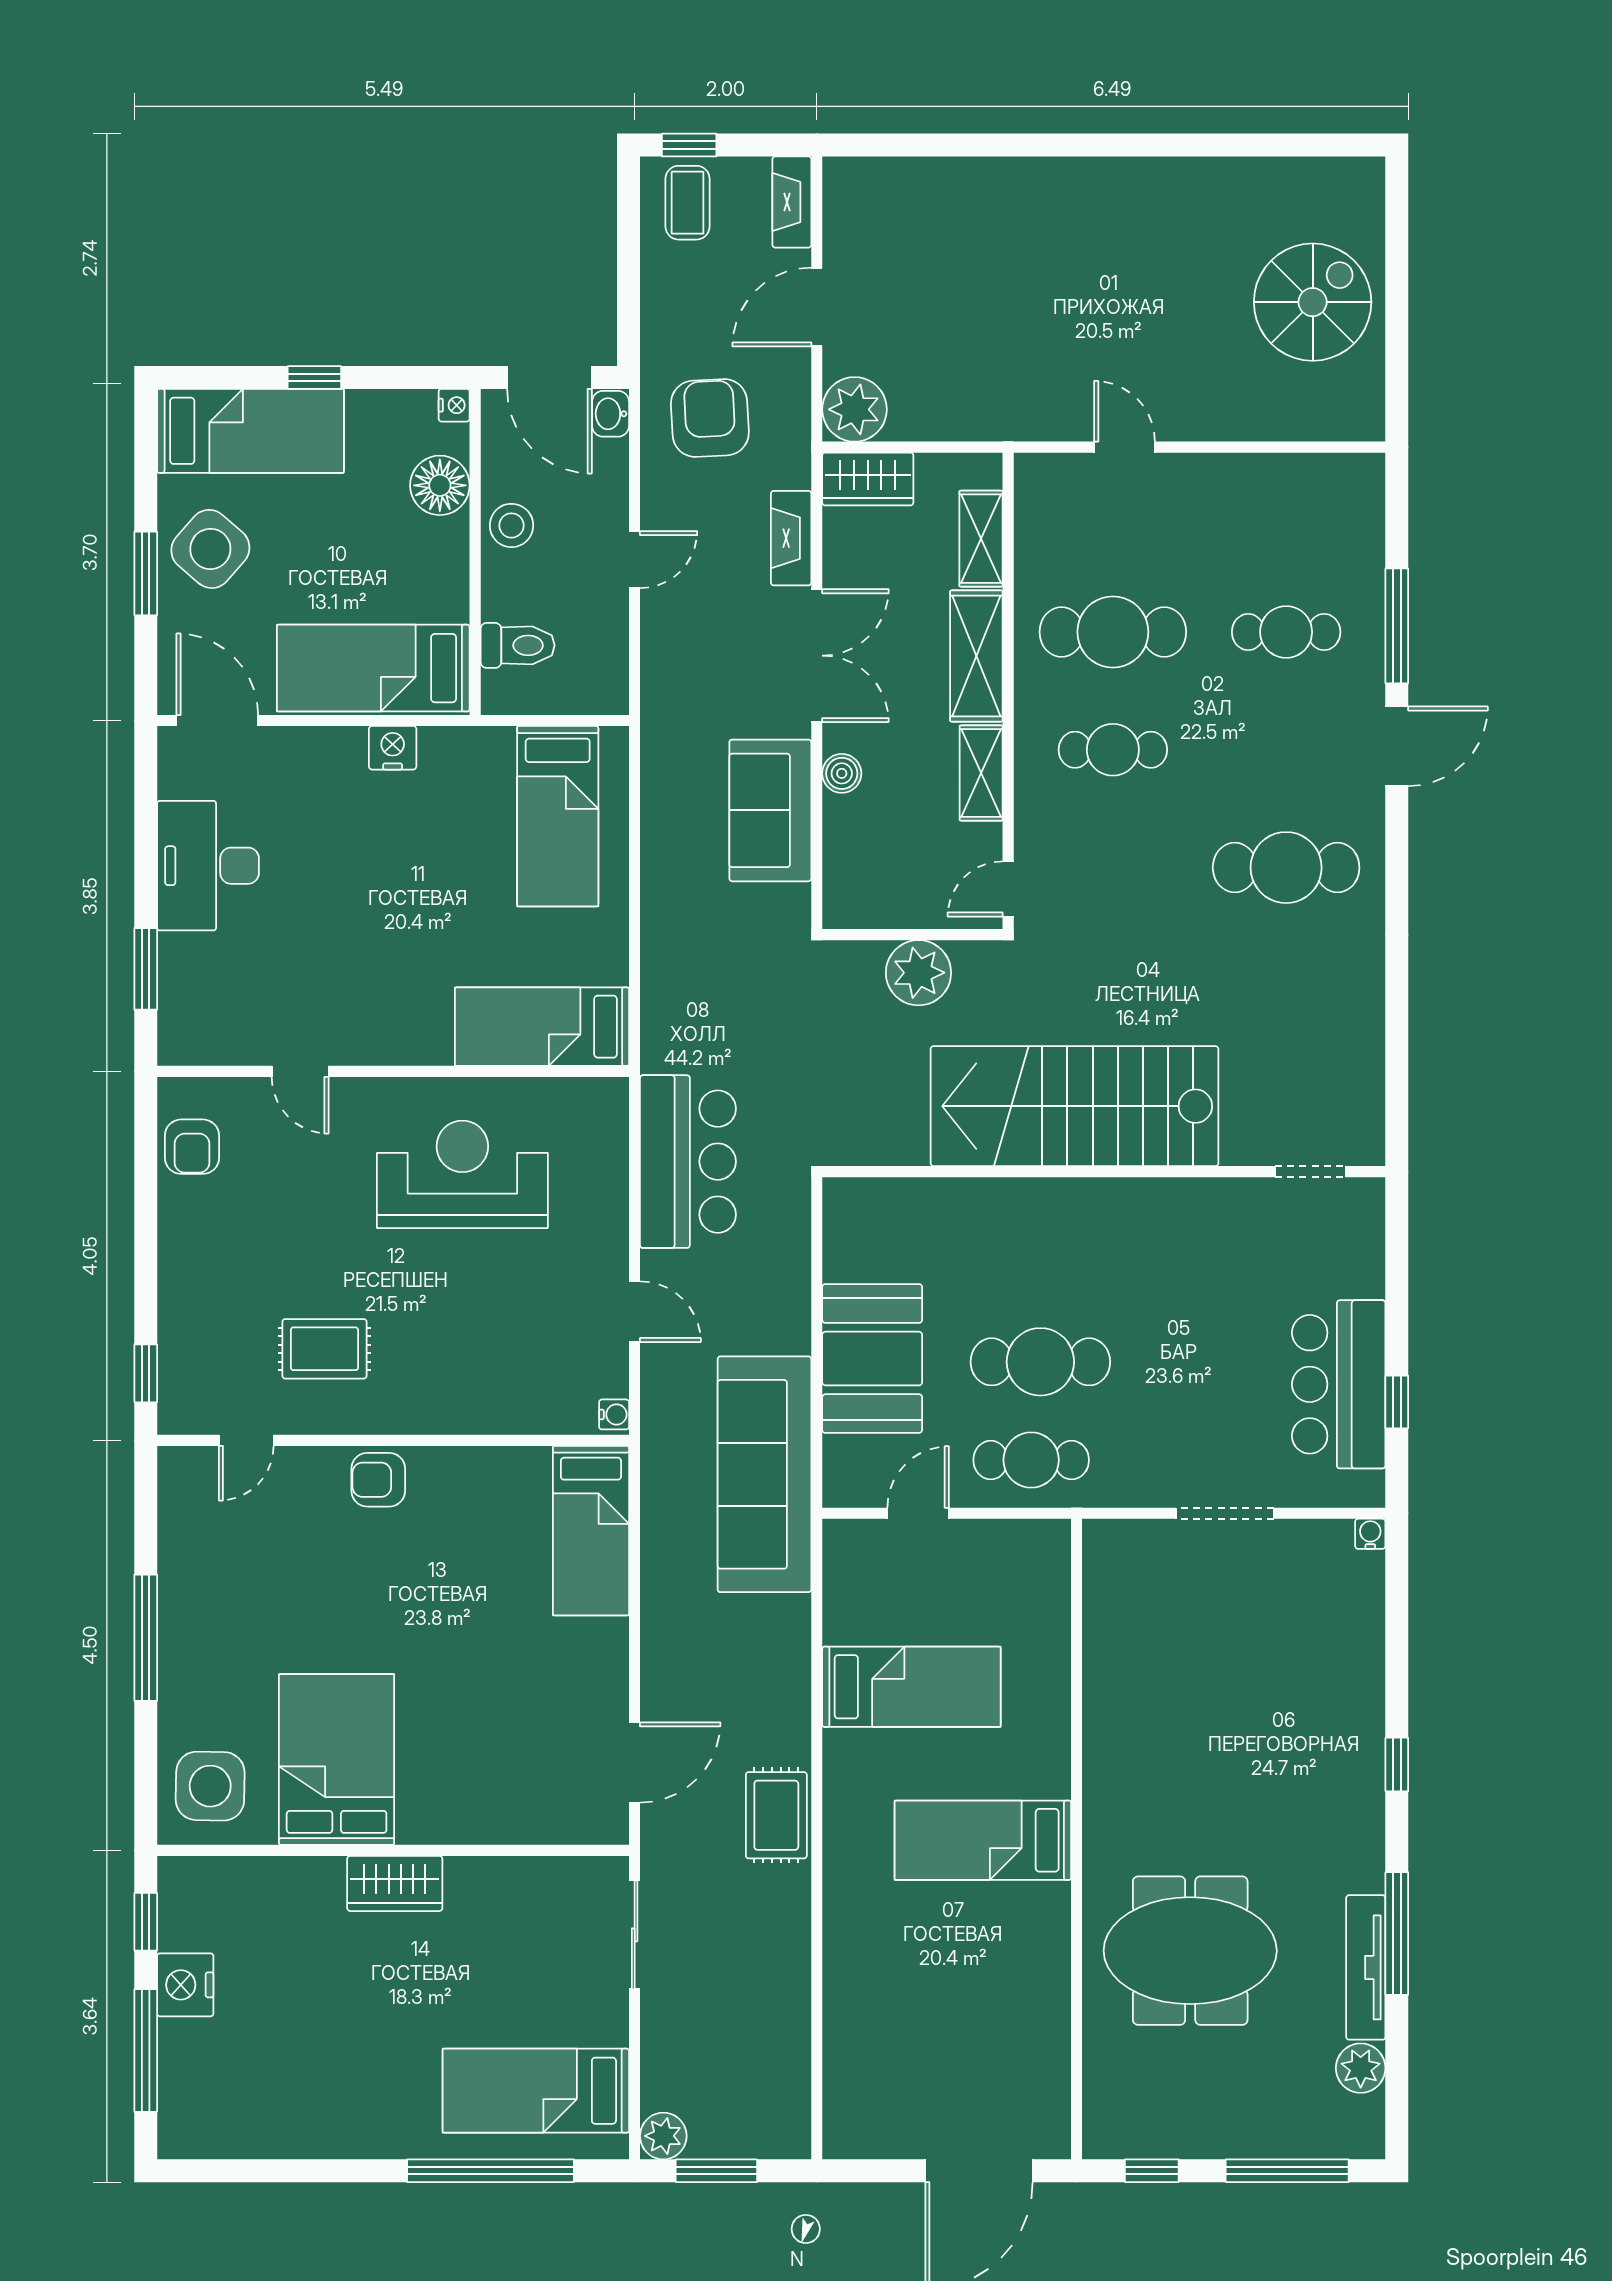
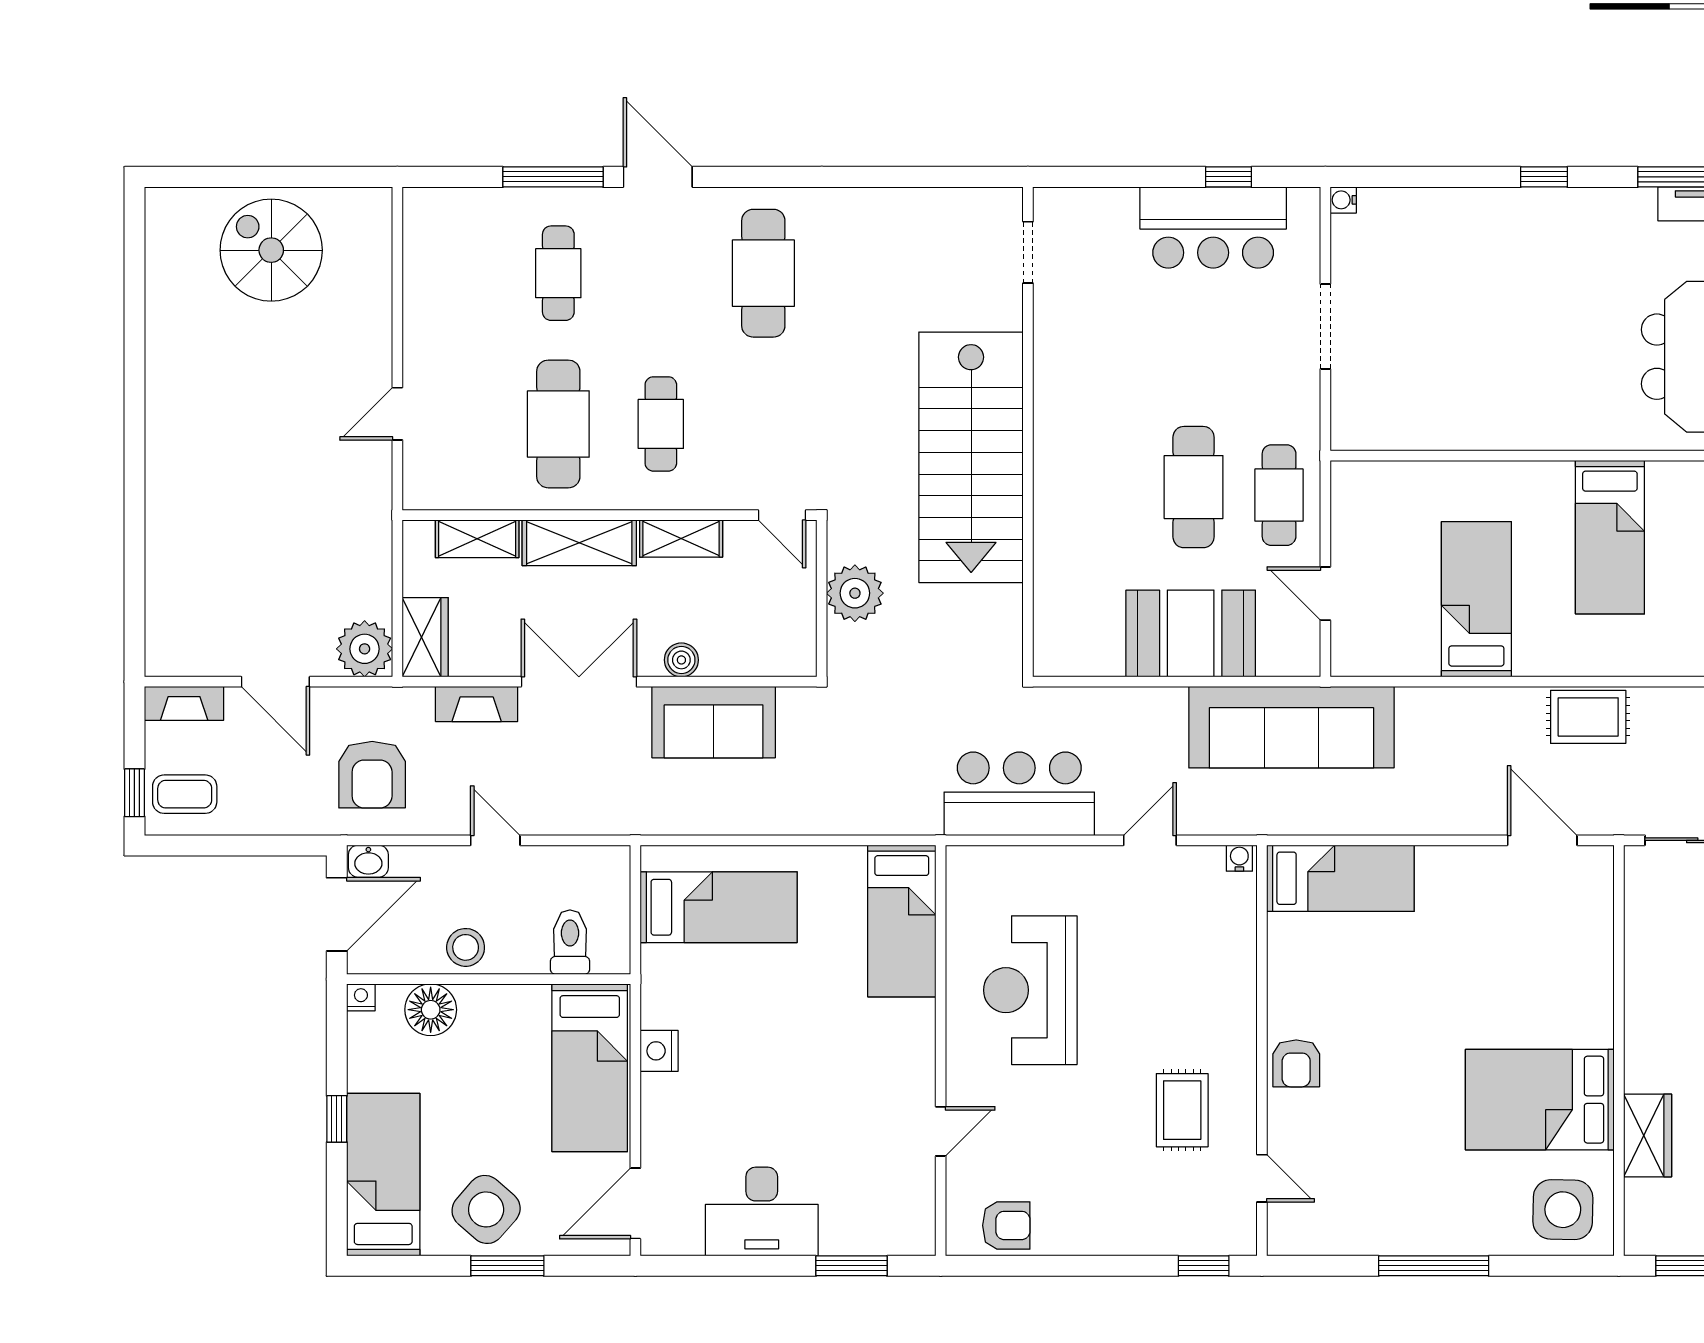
armchair: (710, 418) -> (372, 775), turned -87
wardrobe: (395, 1883) -> (1648, 1135), moved

